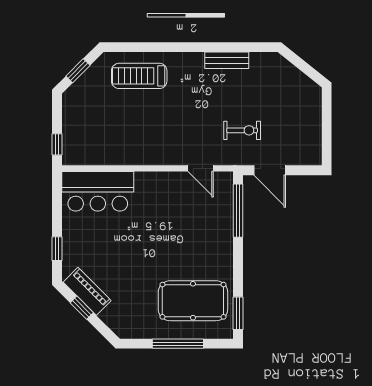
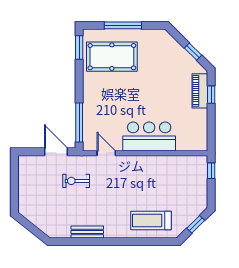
treadmill: (139, 76) -> (151, 221), turned 180
bar counter: (98, 191) -> (149, 136), moved
piano: (87, 291) -> (200, 91), moved, turned 45

